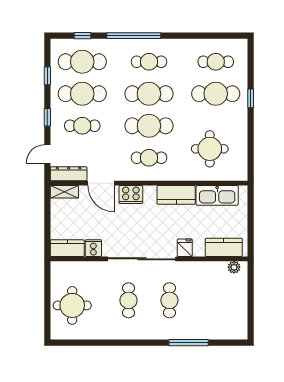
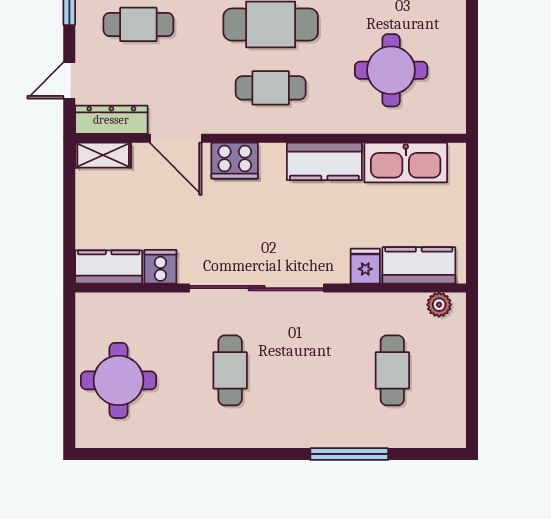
fridge: (185, 248) -> (365, 266), moved
cafe table: (169, 300) -> (392, 370), moved

